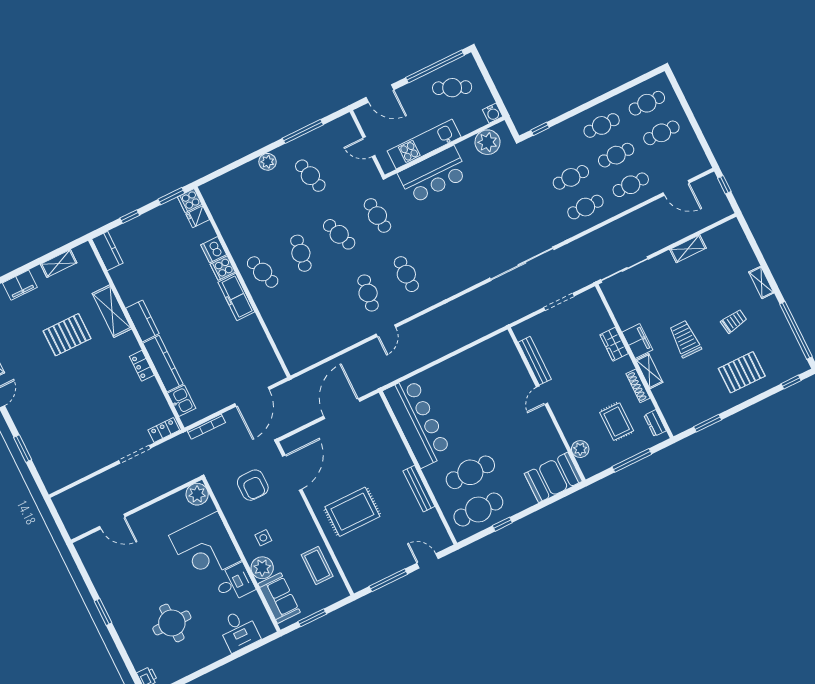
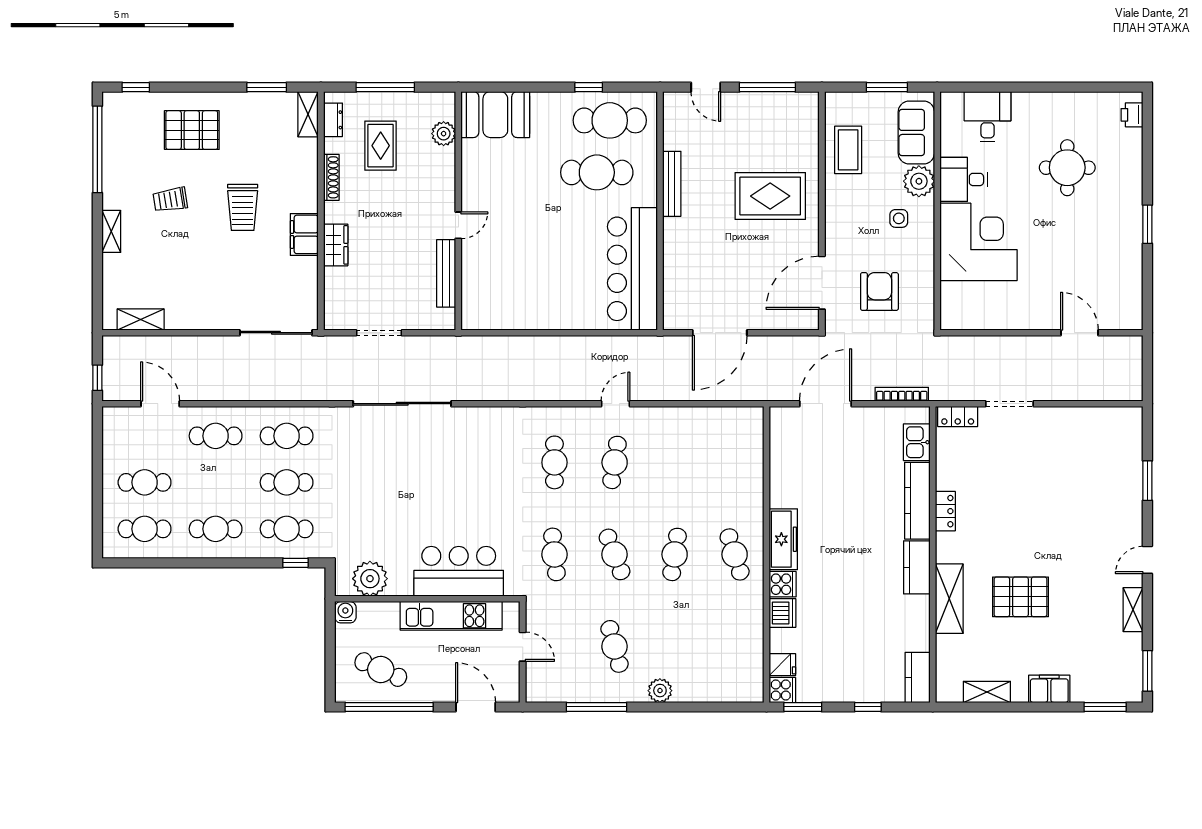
cafe table: (616, 155) -> (287, 529), moved
shelving: (688, 249) -> (141, 319), moved
shelving: (649, 371) -> (308, 114), moved
plant: (197, 494) -> (955, 315), removed

